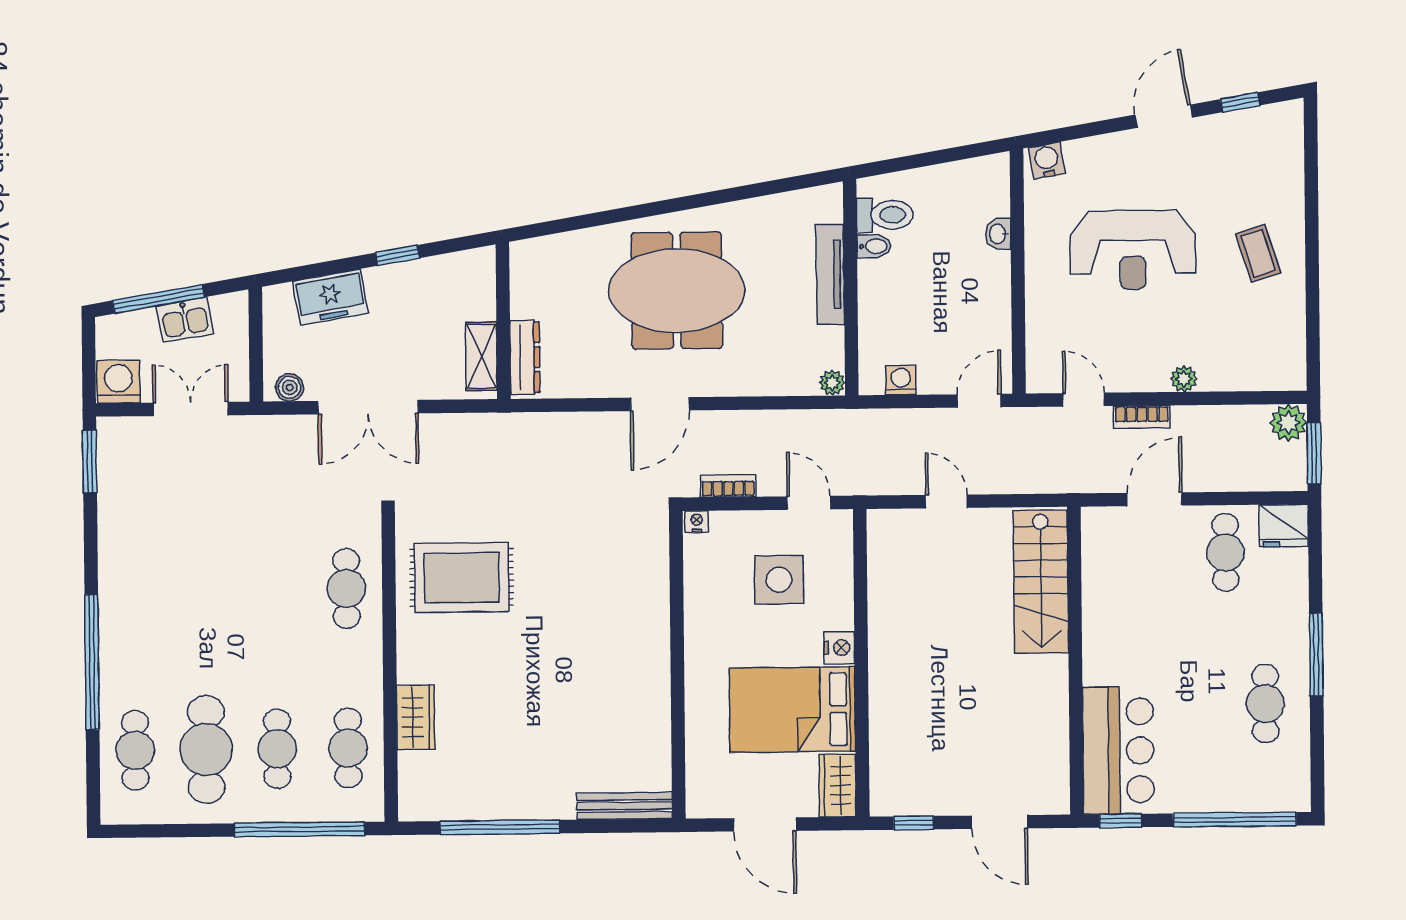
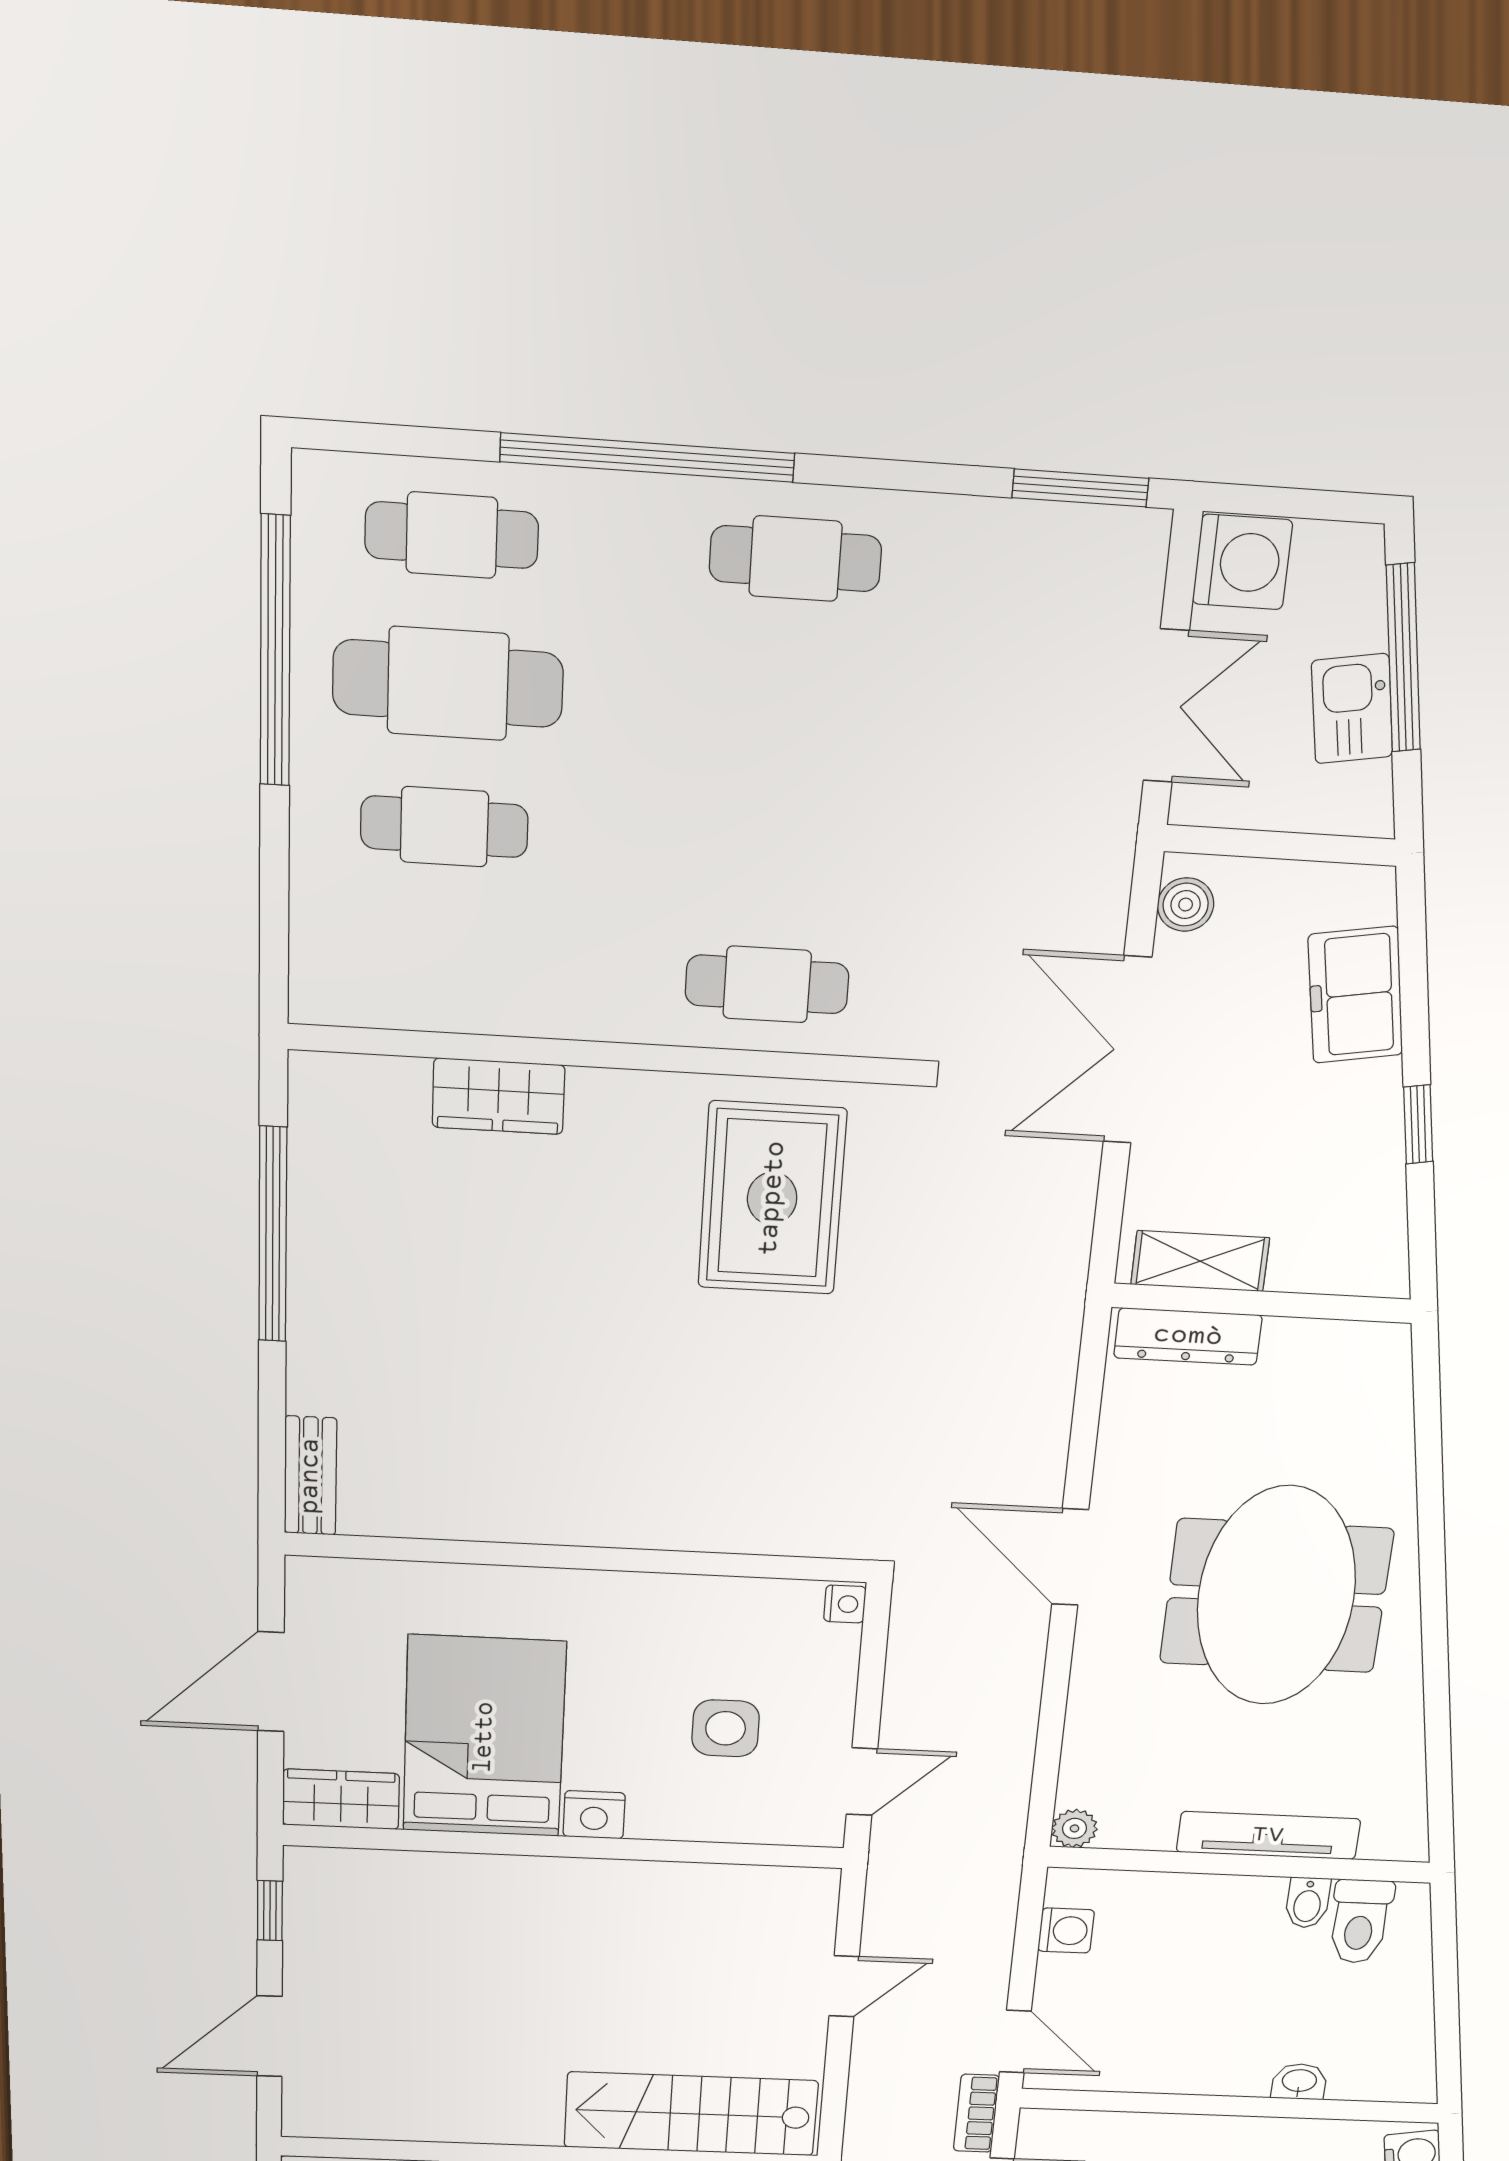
bookcase: (728, 486) -> (976, 2113), moved, turned 180
side table: (779, 580) -> (726, 1728), width x0.73, depth x0.73
cafe table: (348, 748) -> (795, 559), moved
bench: (625, 806) -> (310, 1476), width x0.73
window: (299, 829) -> (275, 652), moved

